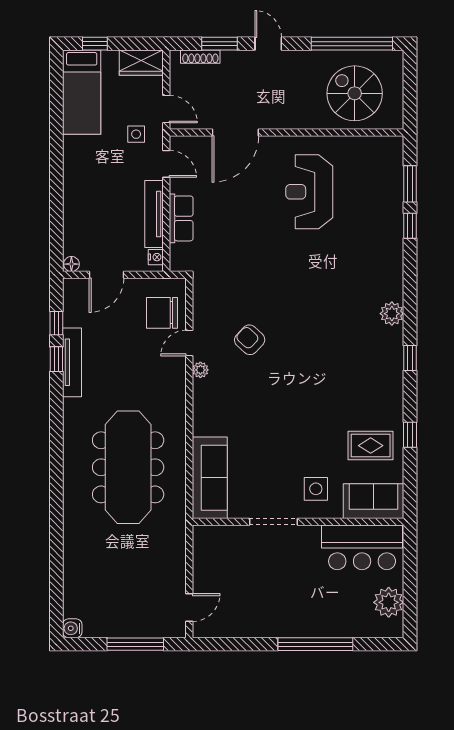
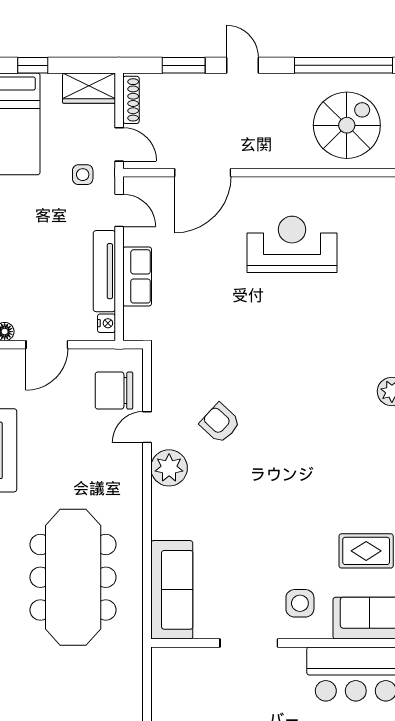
shoe rack: (200, 57) -> (131, 100), moved, turned -90
spiral stairs: (355, 93) -> (347, 125), turned 90
reception desk: (309, 192) -> (292, 244), turned 90
plant: (200, 370) -> (169, 468), width x1.88, depth x1.88

